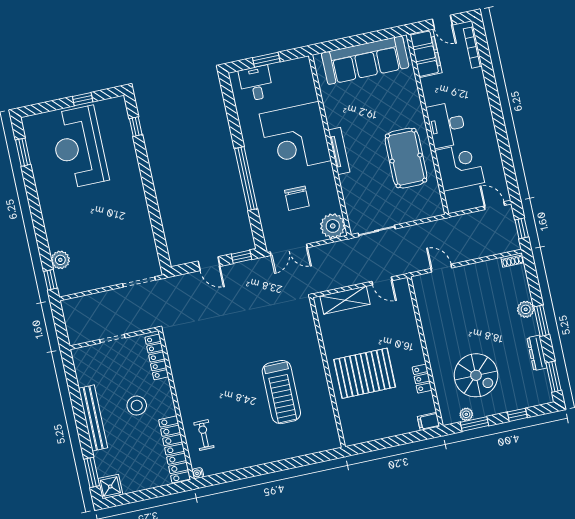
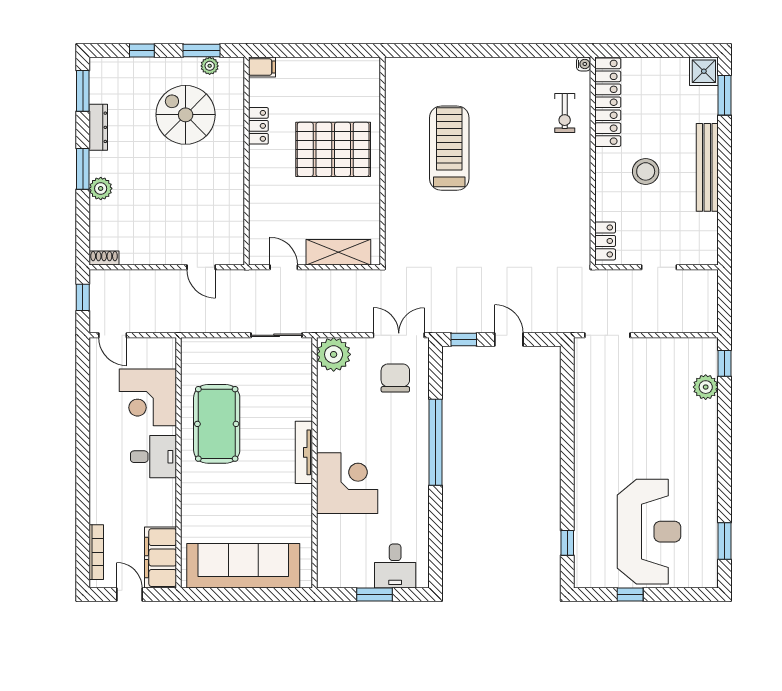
desk: (446, 125) -> (153, 457), width x0.73
corner desk: (295, 137) -> (347, 483), width x0.74, depth x0.74
chair: (297, 198) -> (395, 378), moved
locker: (157, 357) -> (605, 241), width x0.66

